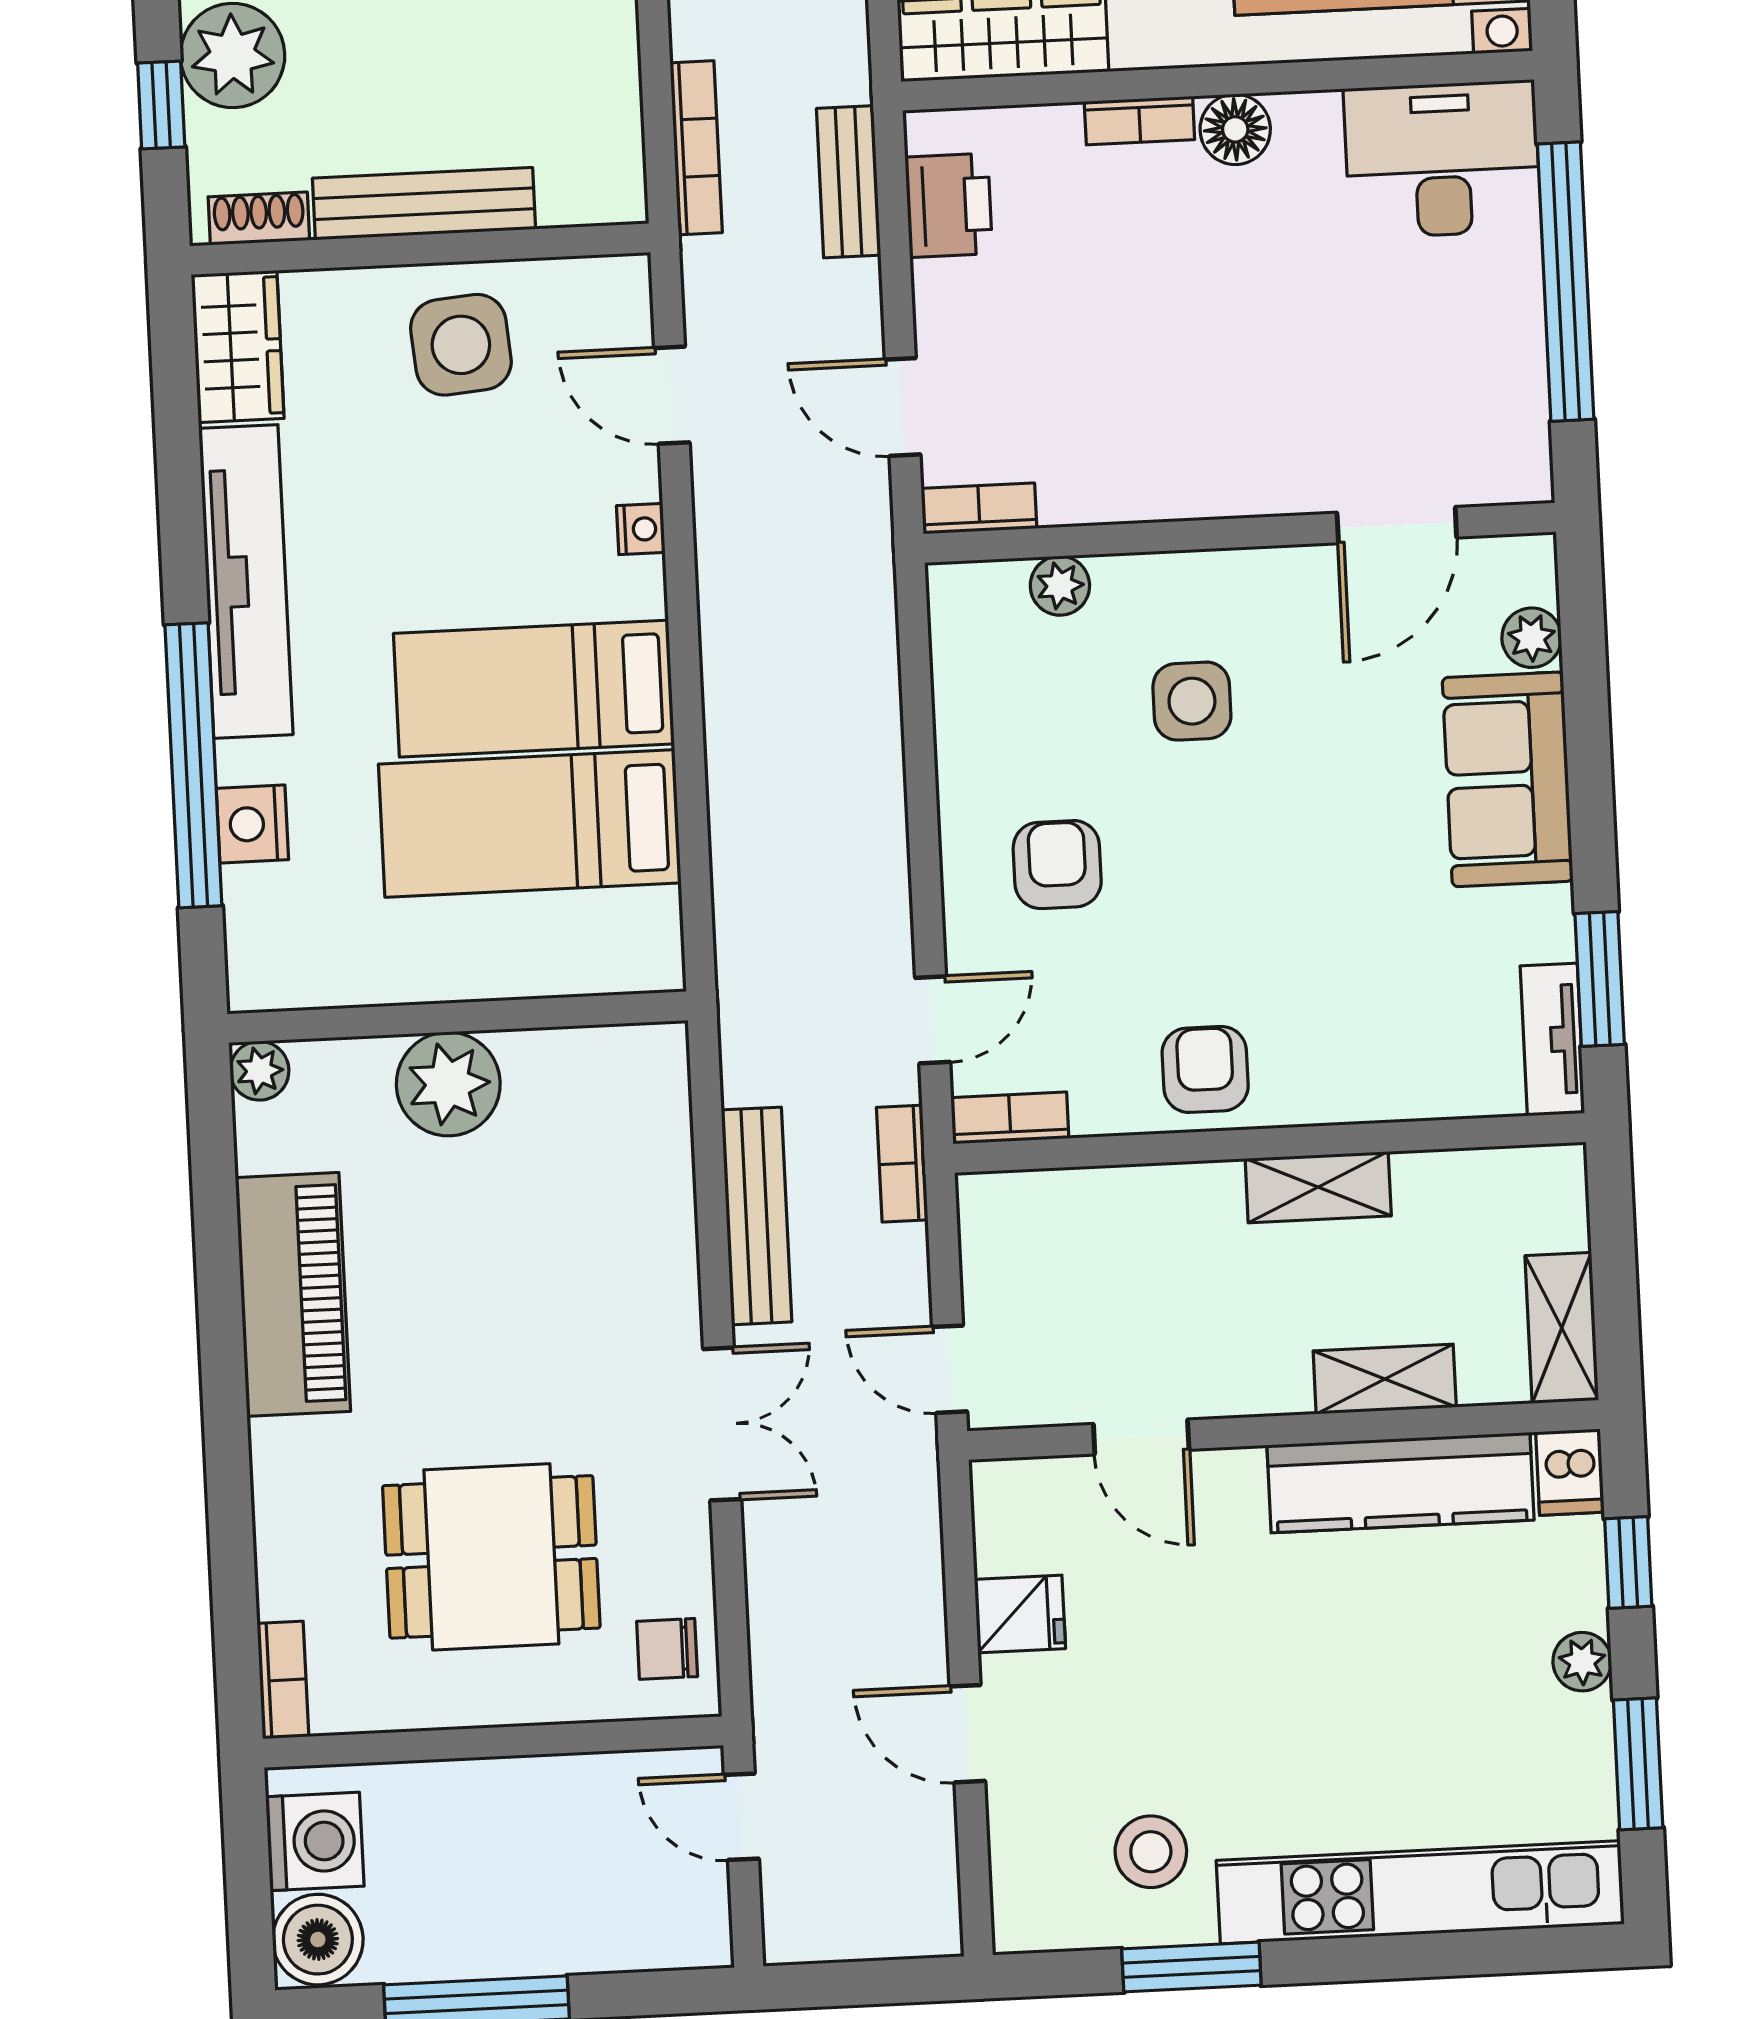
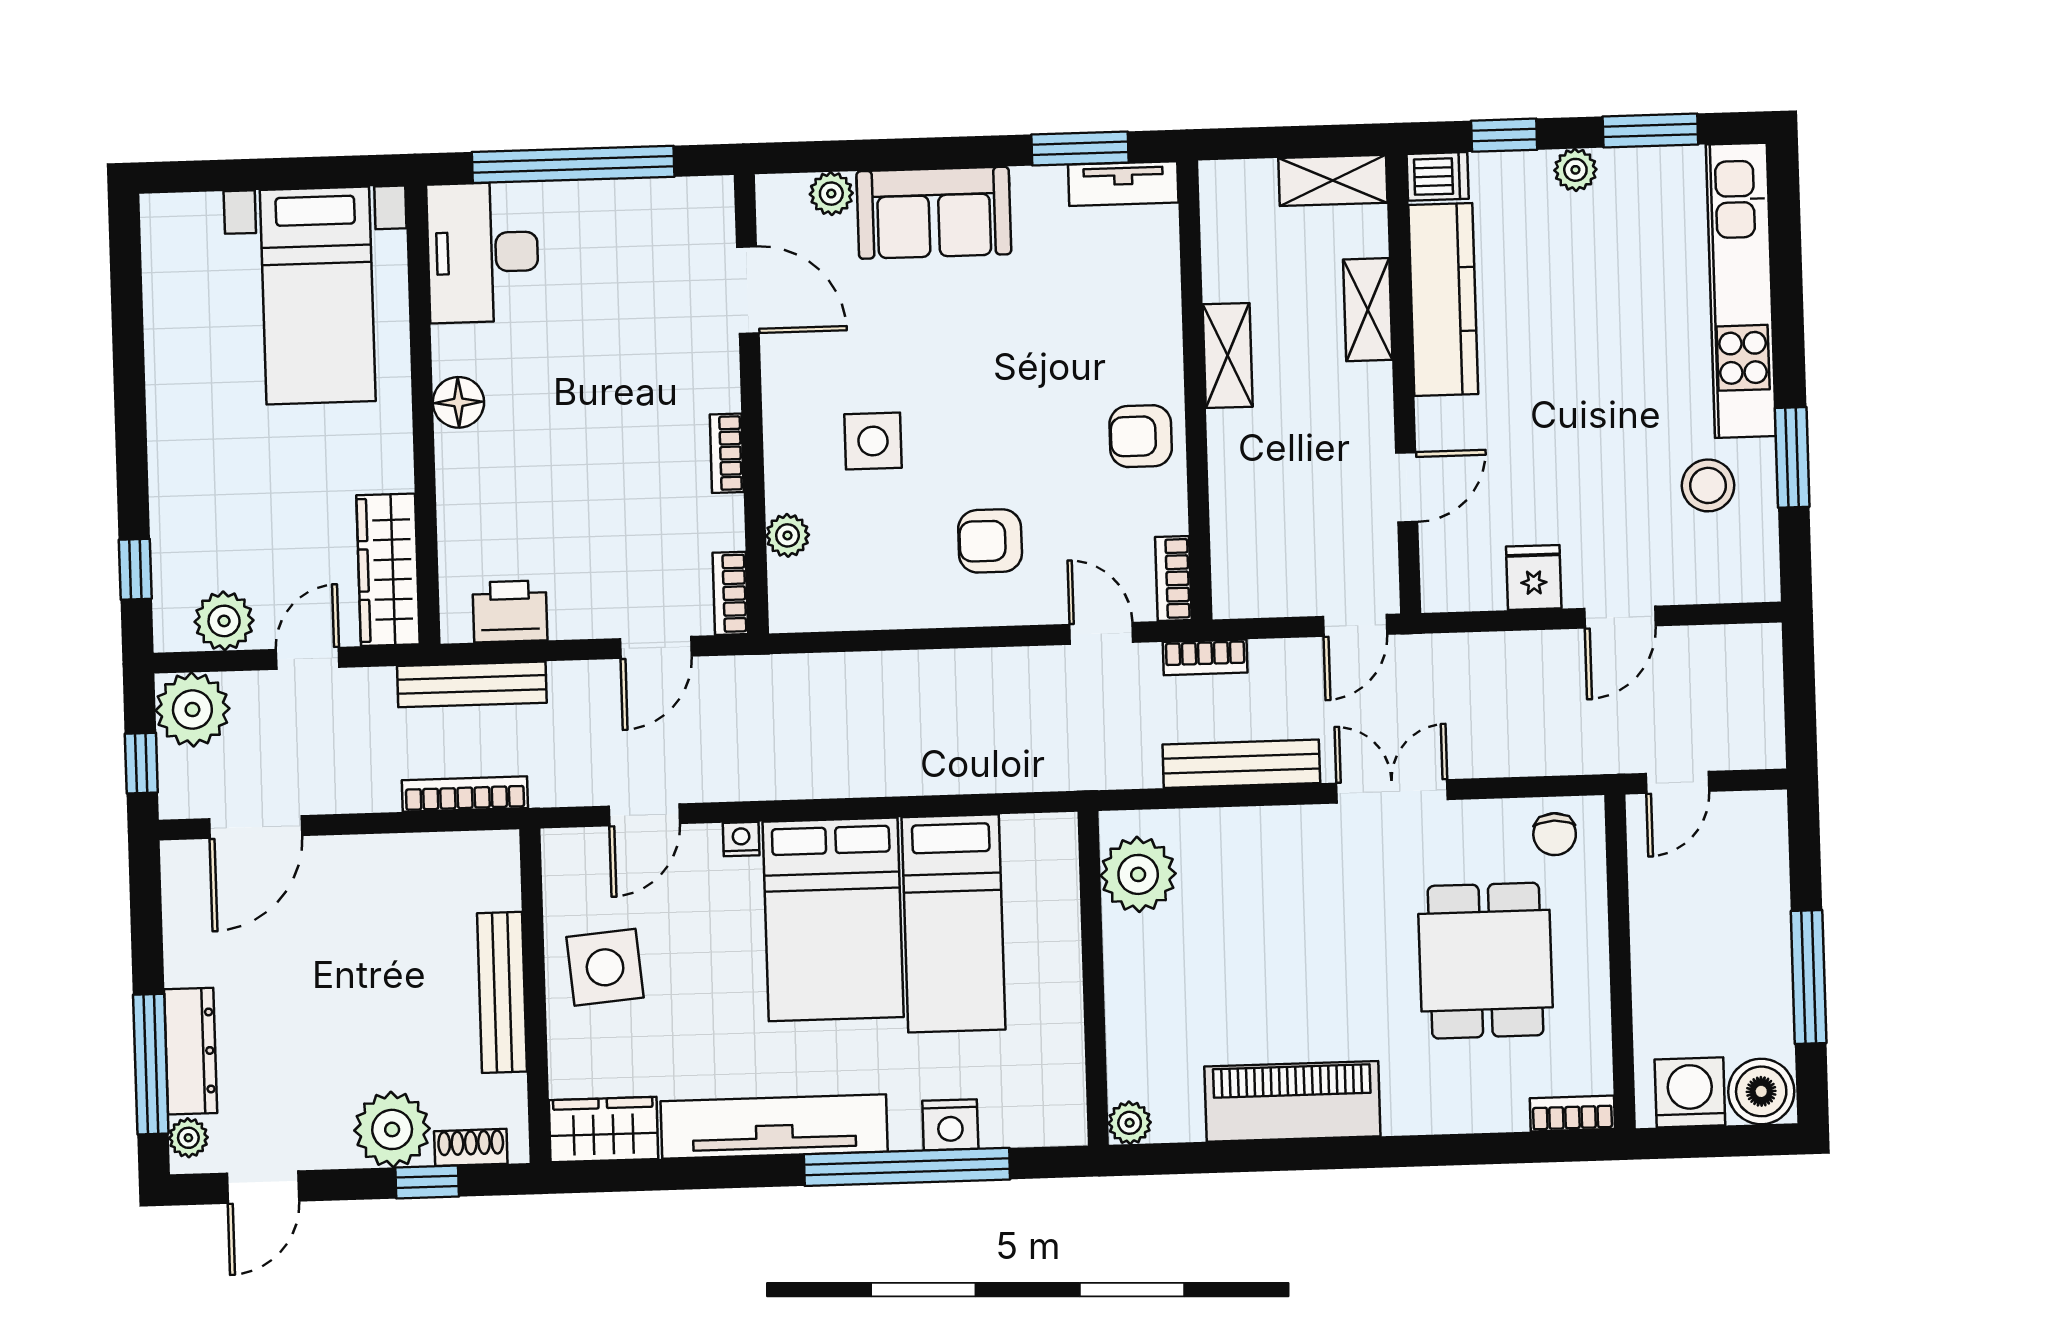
bookcase: (1139, 121) -> (727, 453), moved, turned 180
bench: (849, 182) -> (472, 684), width x1.36
shoe rack: (259, 218) -> (471, 1147), moved, turned 90
bed: (534, 689) -> (833, 919), width x1.50
plant: (448, 1084) -> (1138, 874), moved

